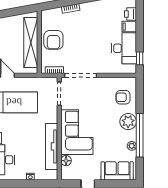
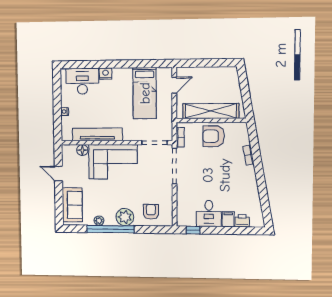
desk: (124, 48) -> (209, 213), width x0.73

